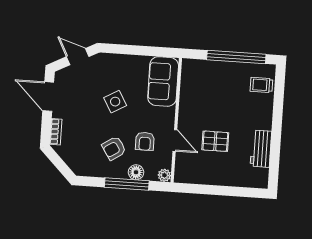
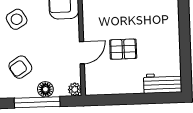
door: (175, 140) -> (82, 53), hinge flipped
armchair: (145, 141) -> (51, 57), removed
workbench: (261, 149) -> (163, 83), moved, turned 90

